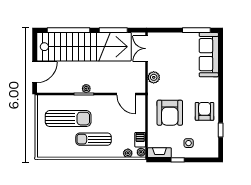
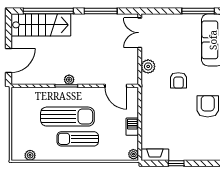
stairs: (84, 47) -> (41, 25), width x0.54, depth x0.66
armchair: (170, 113) -> (178, 80), moved, width x0.53, depth x0.53
sun lounger: (68, 119) -> (67, 117), moved
barbecue: (140, 140) -> (132, 127), moved
side table: (189, 143) -> (189, 143), removed
plant: (128, 153) -> (30, 155), moved

